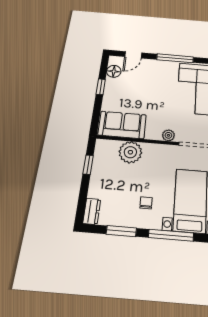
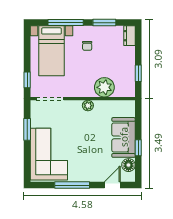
sofa: (122, 125) -> (124, 137), moved, turned 90
plant: (168, 135) -> (88, 106), moved

